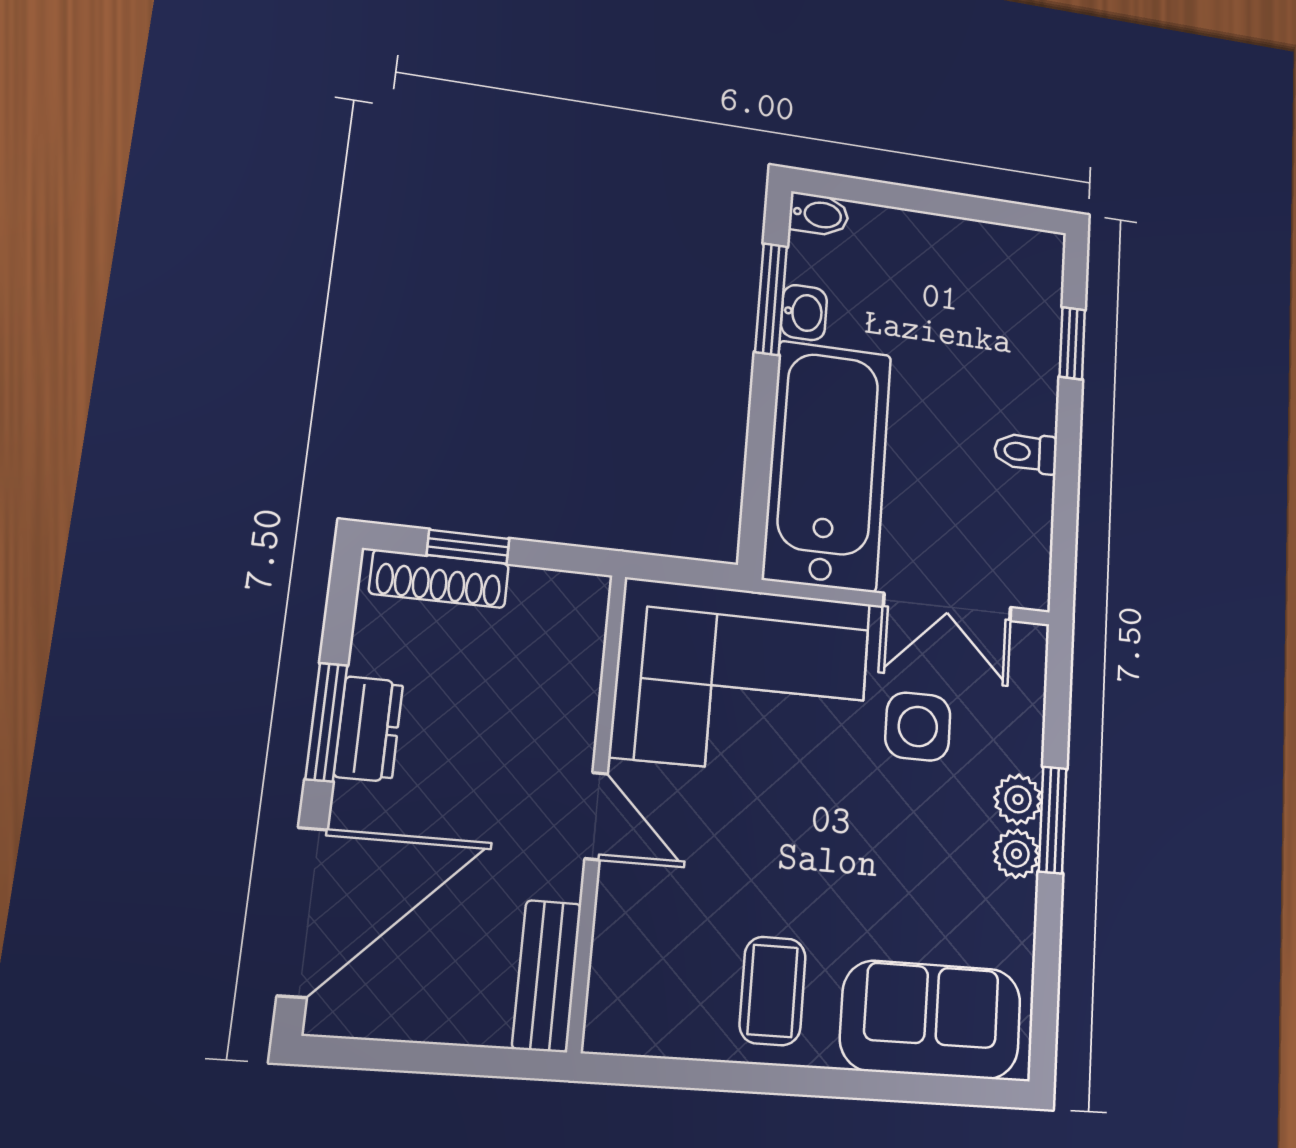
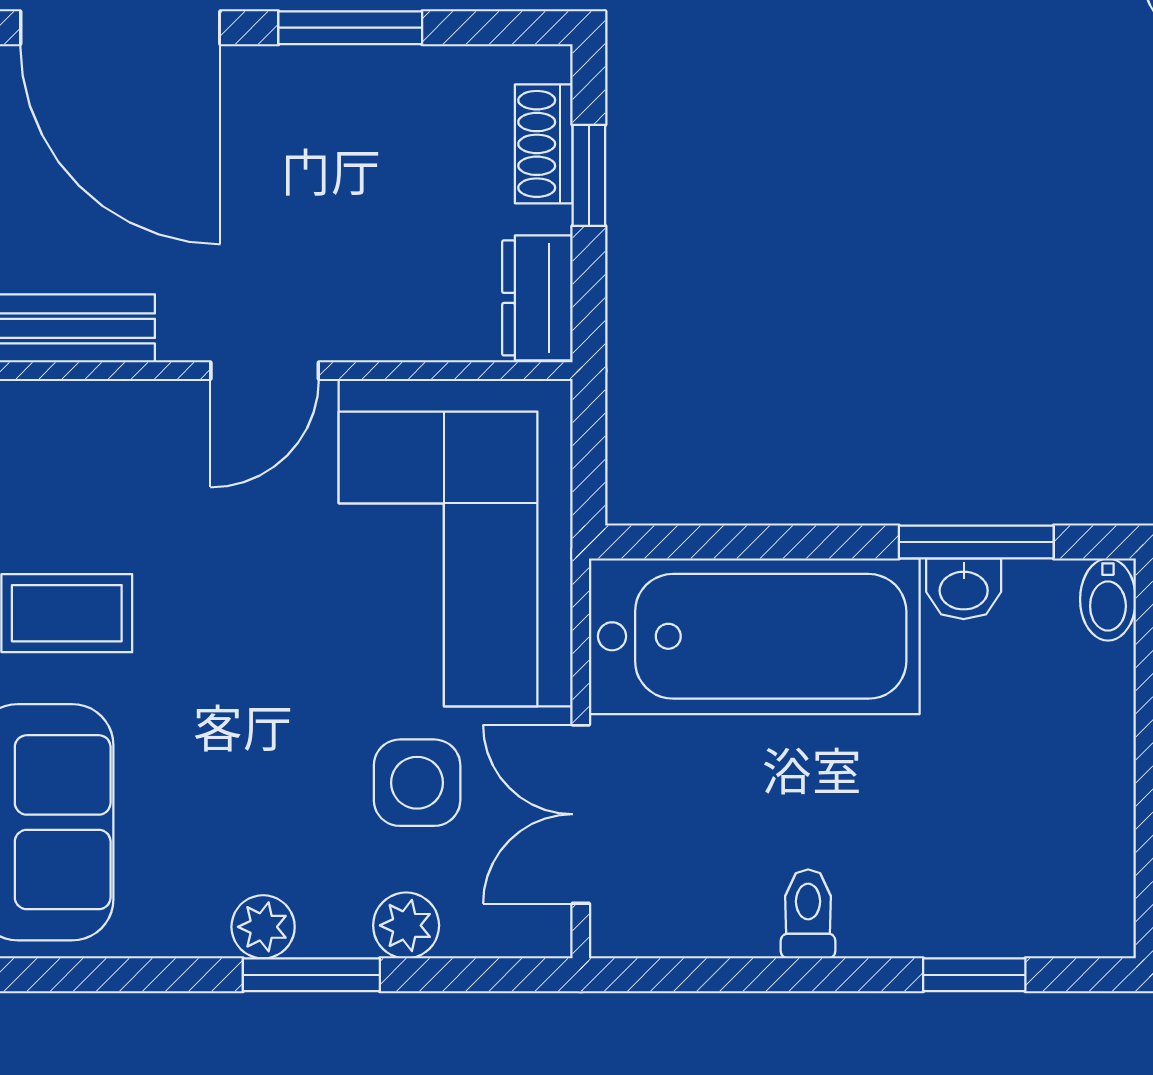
shoe rack: (439, 579) -> (544, 144), width x0.70
dresser: (368, 729) -> (537, 298), moved, turned 90
plant: (1018, 799) -> (406, 925), moved

